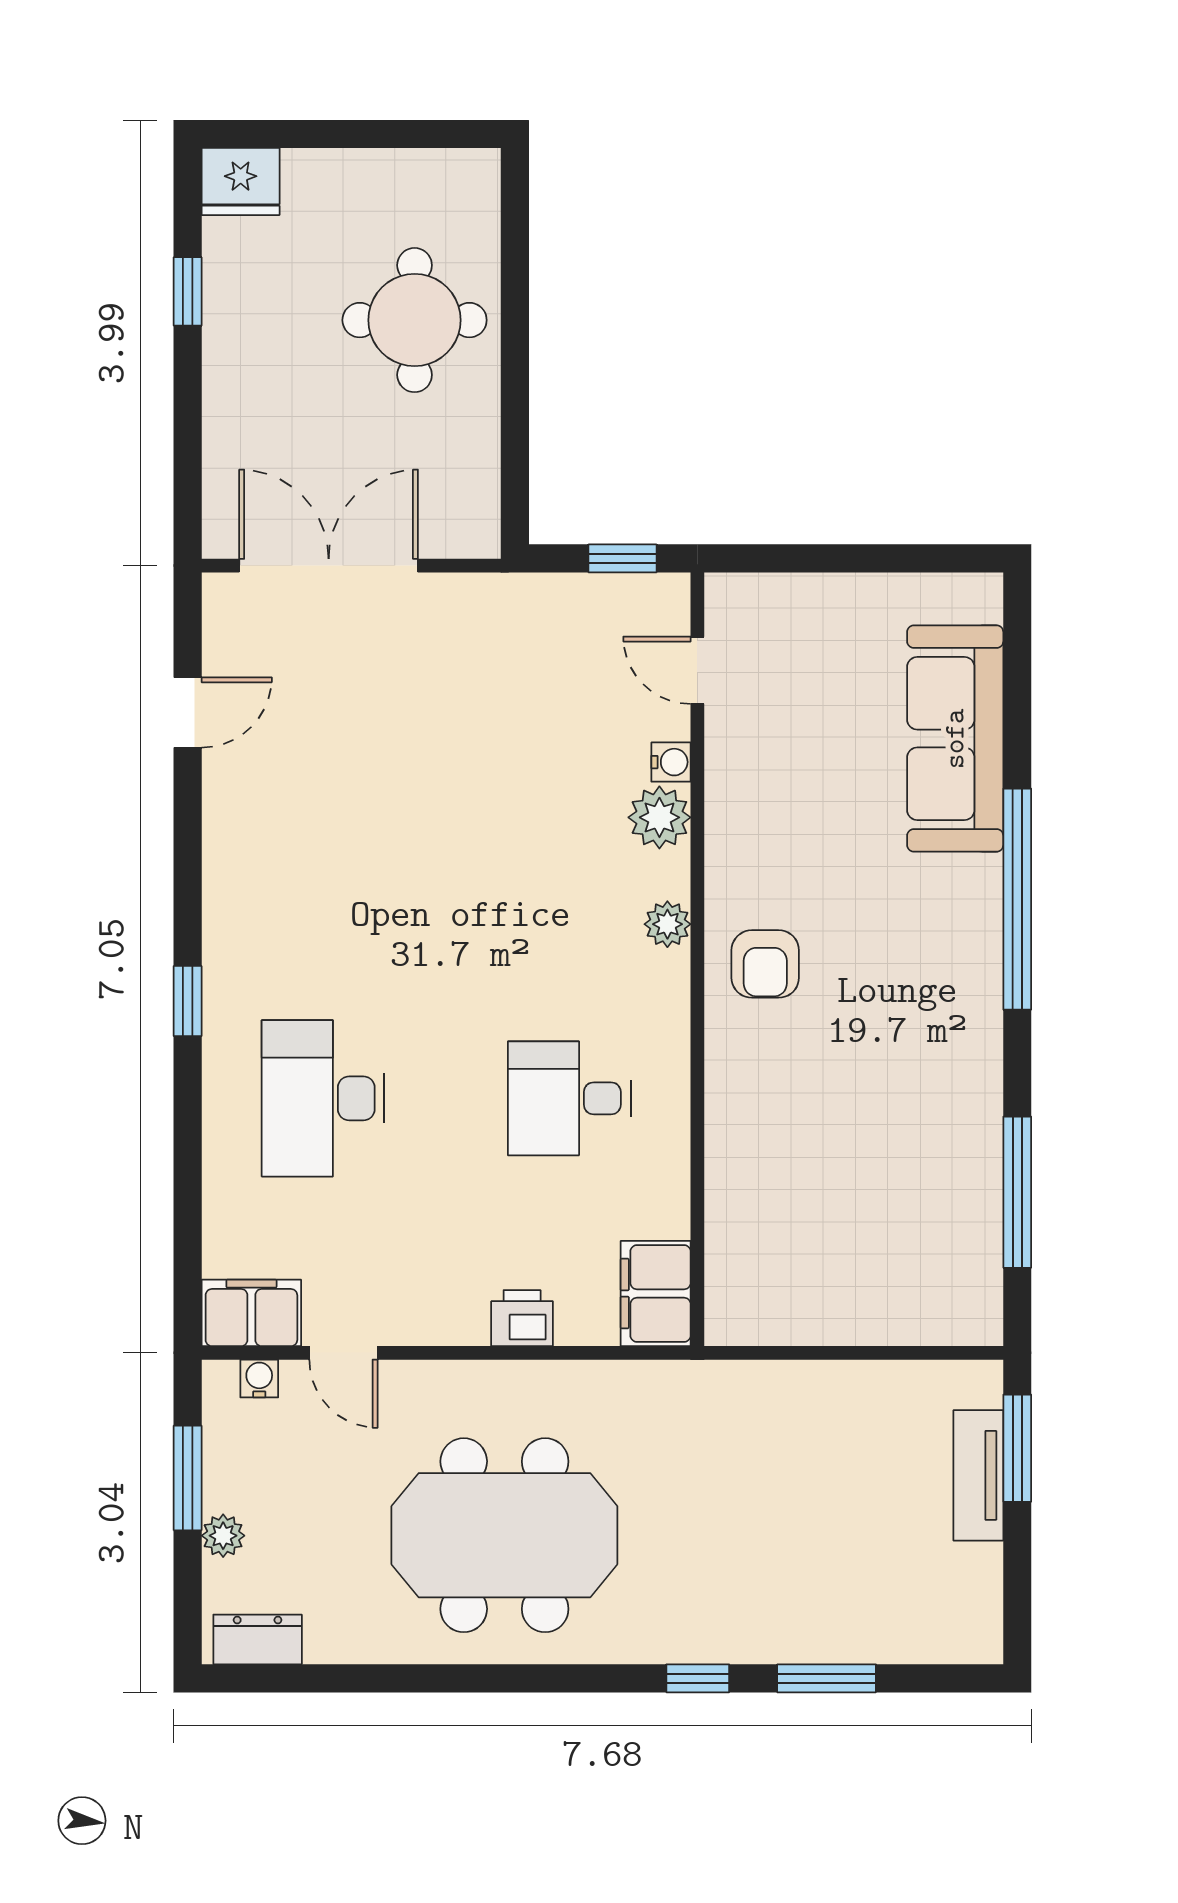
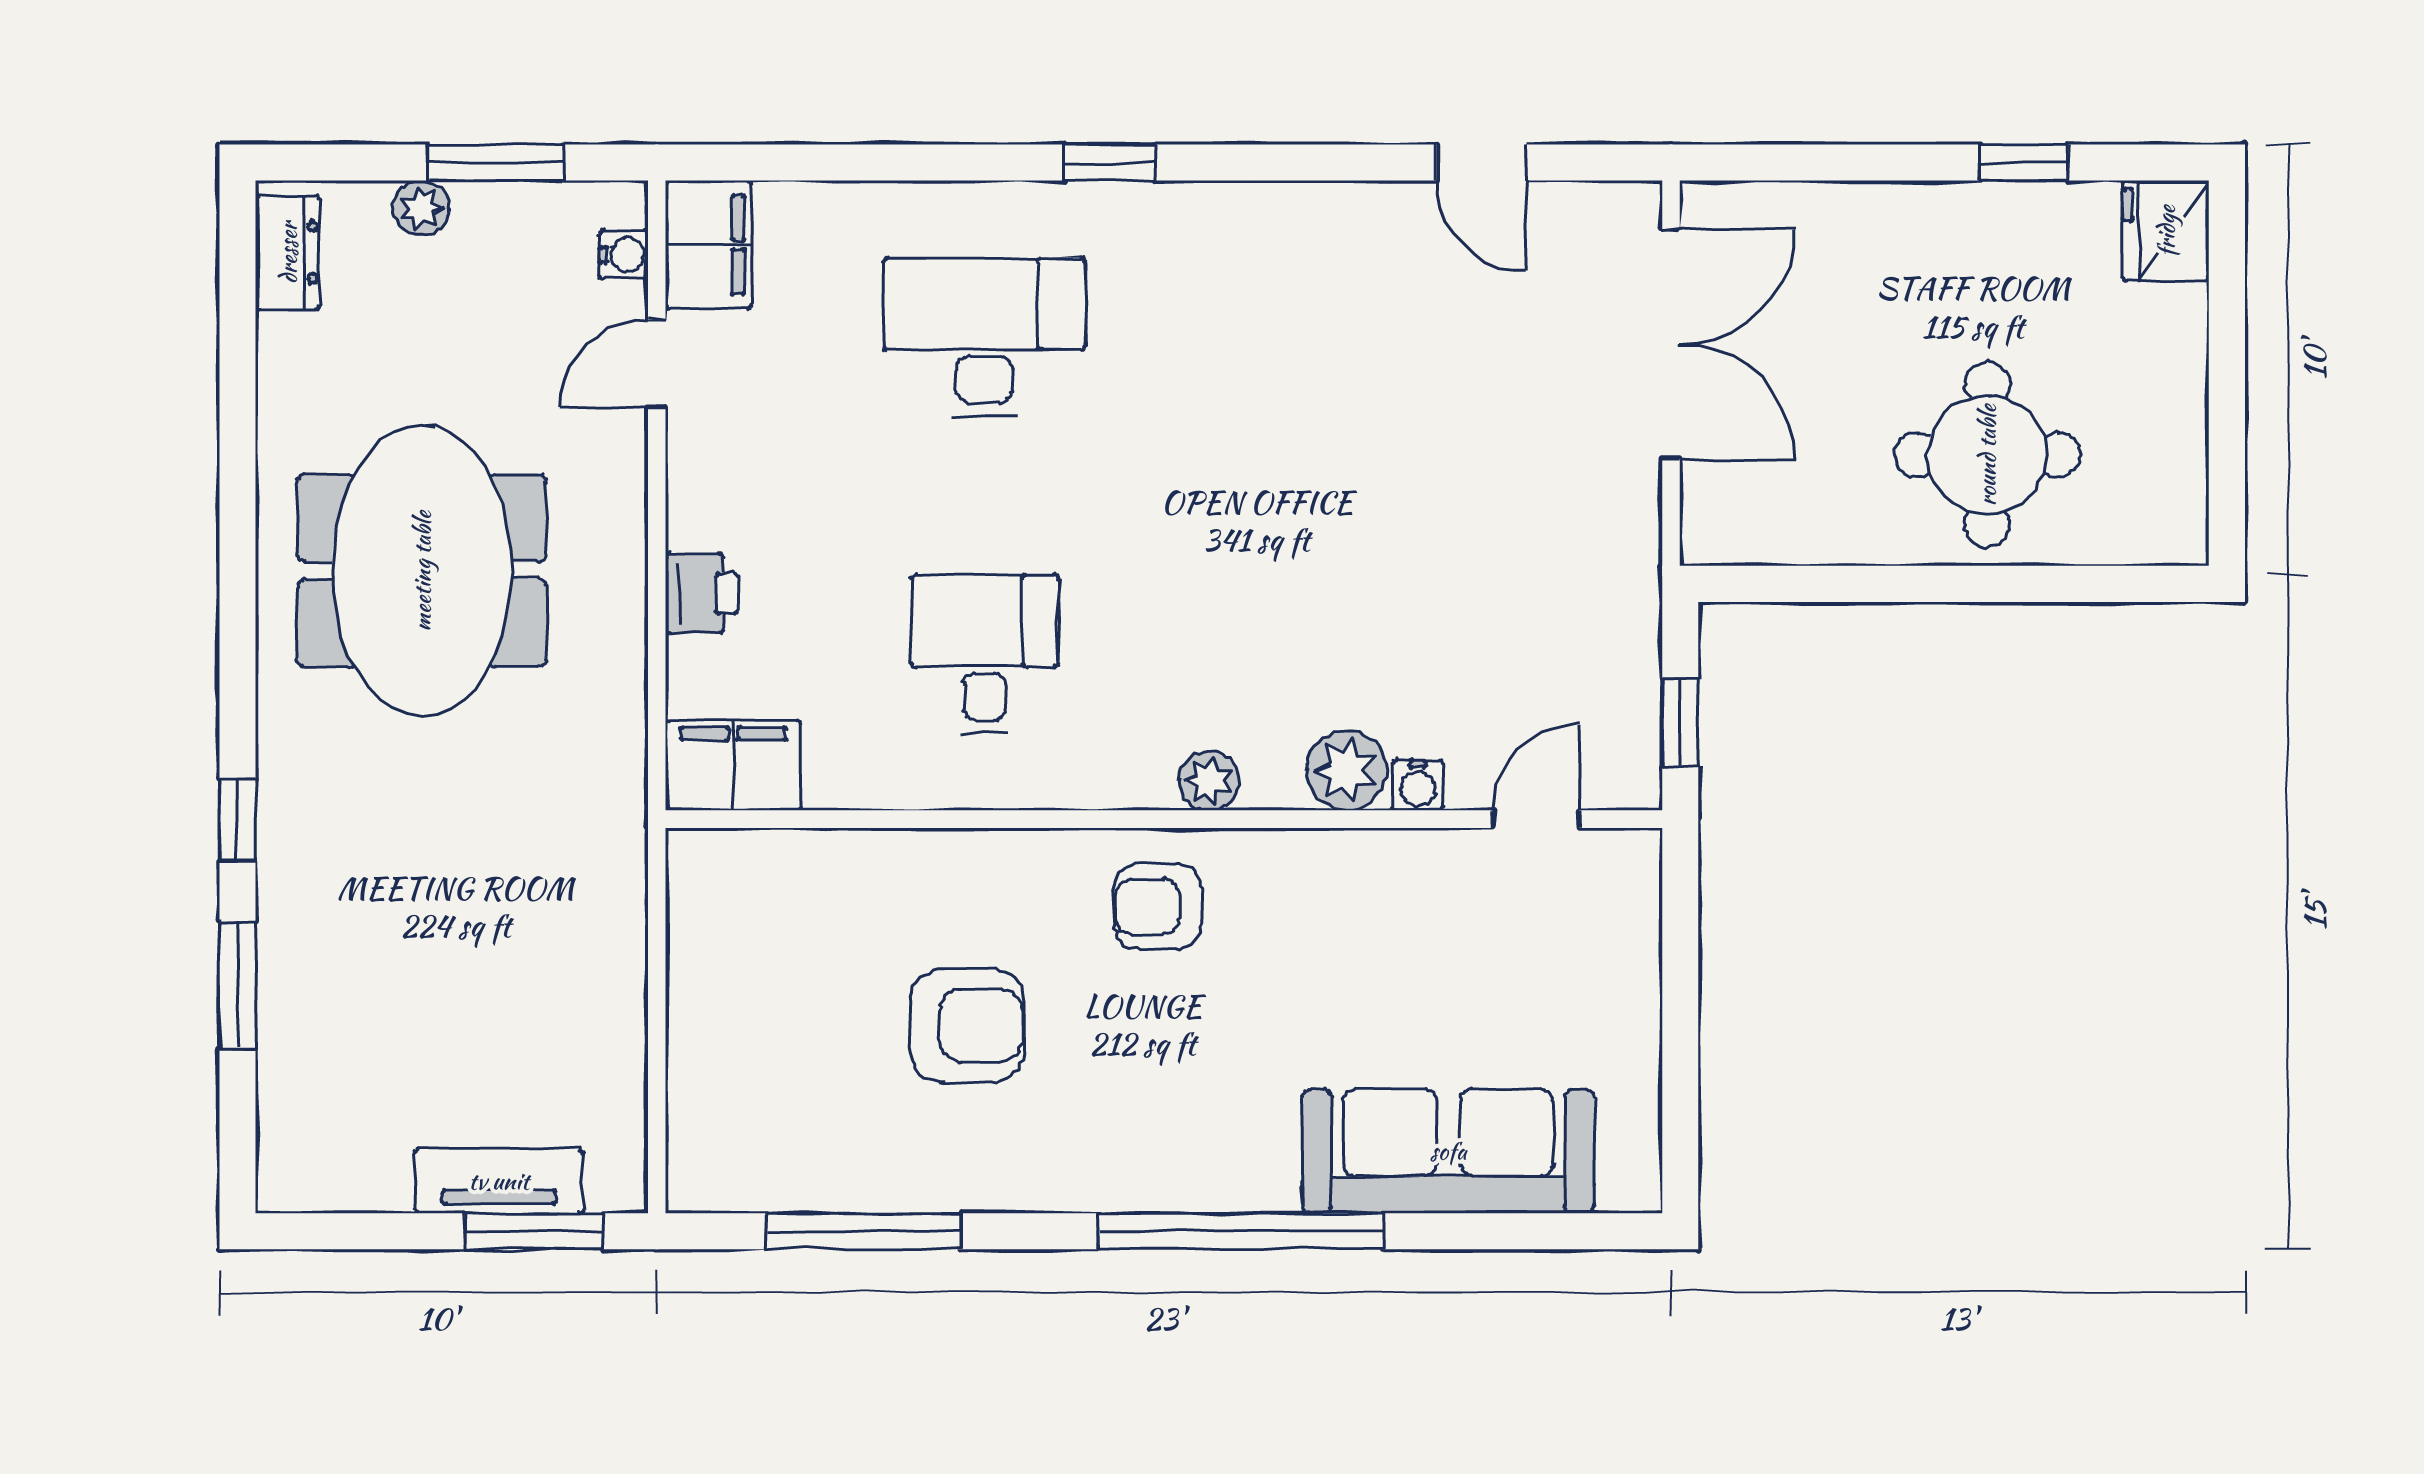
armchair: (857, 1112) -> (967, 1025), added

